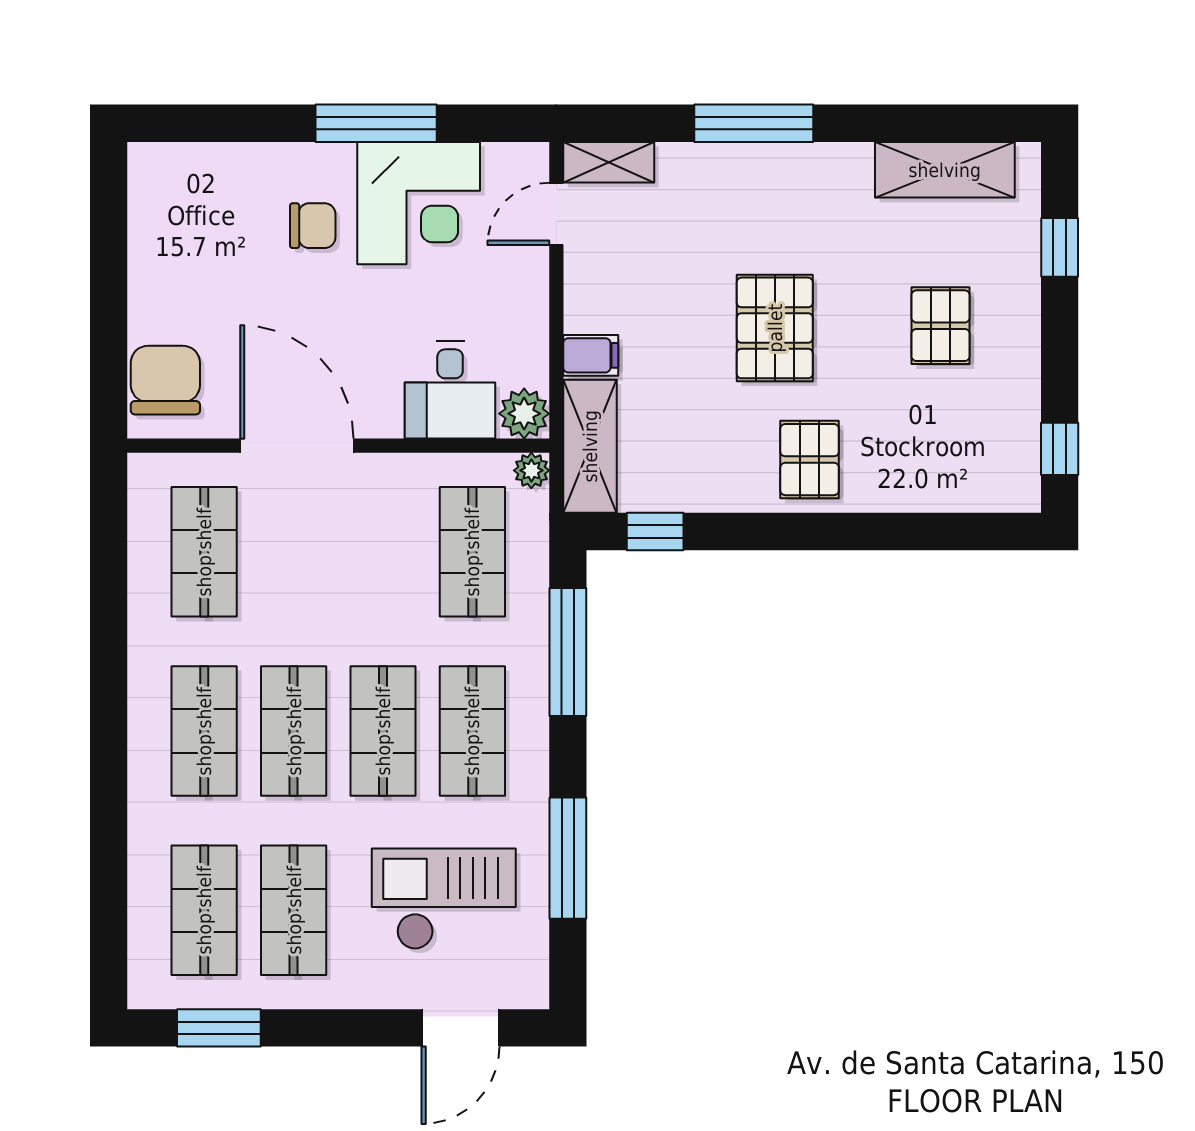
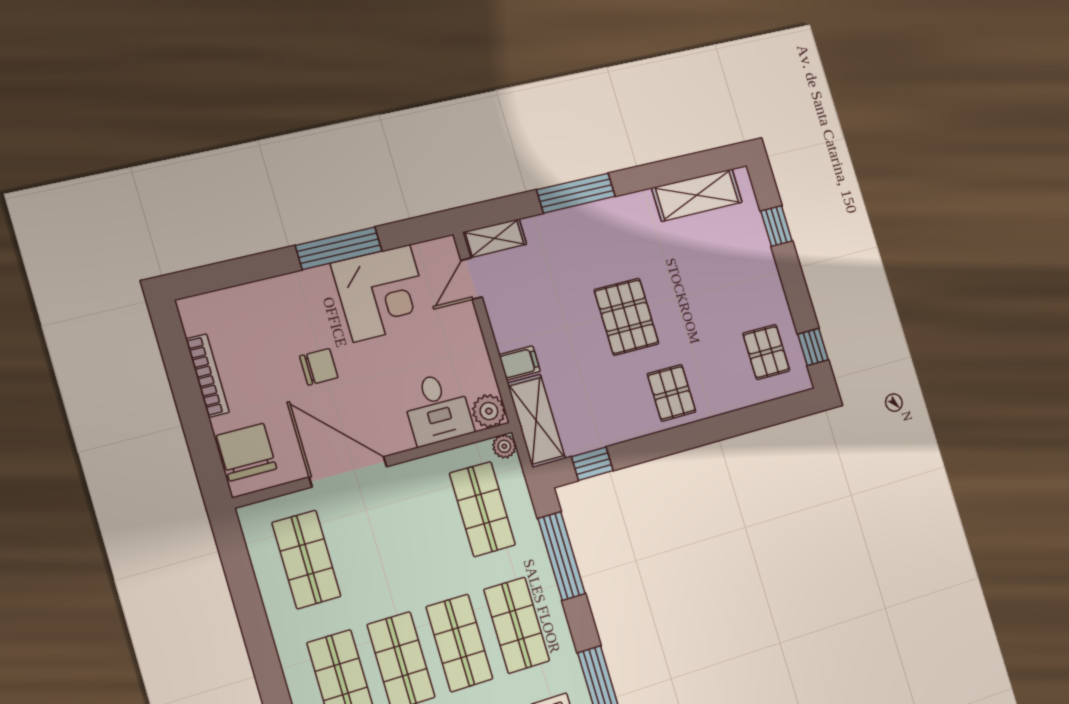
chair: (313, 226) -> (319, 367), moved
bookcase: (142, 259) -> (207, 376), added
pallet: (941, 326) -> (766, 352), moved

